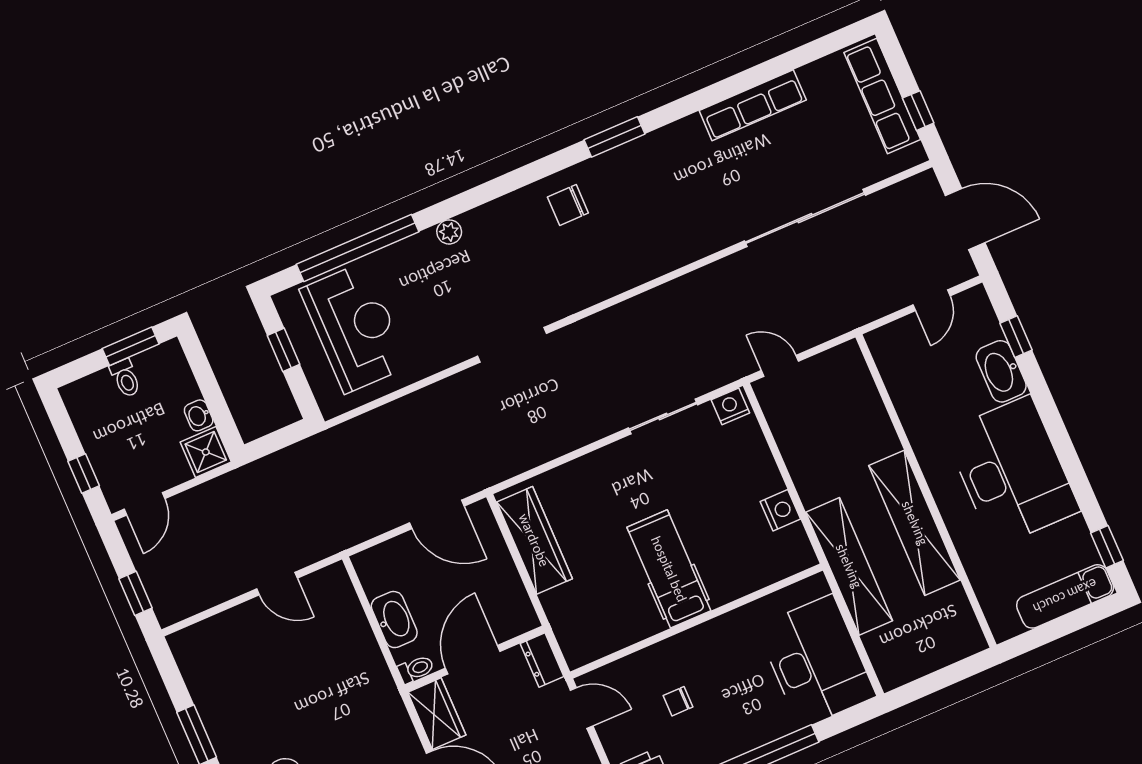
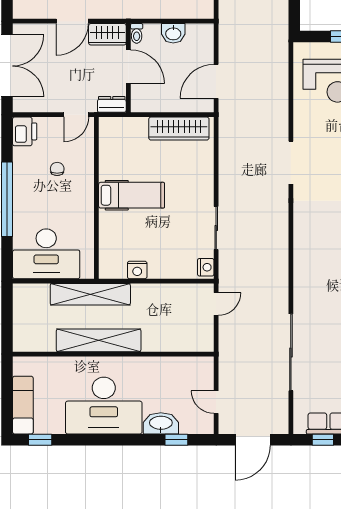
washbasin: (394, 620) -> (173, 33), width x0.72

